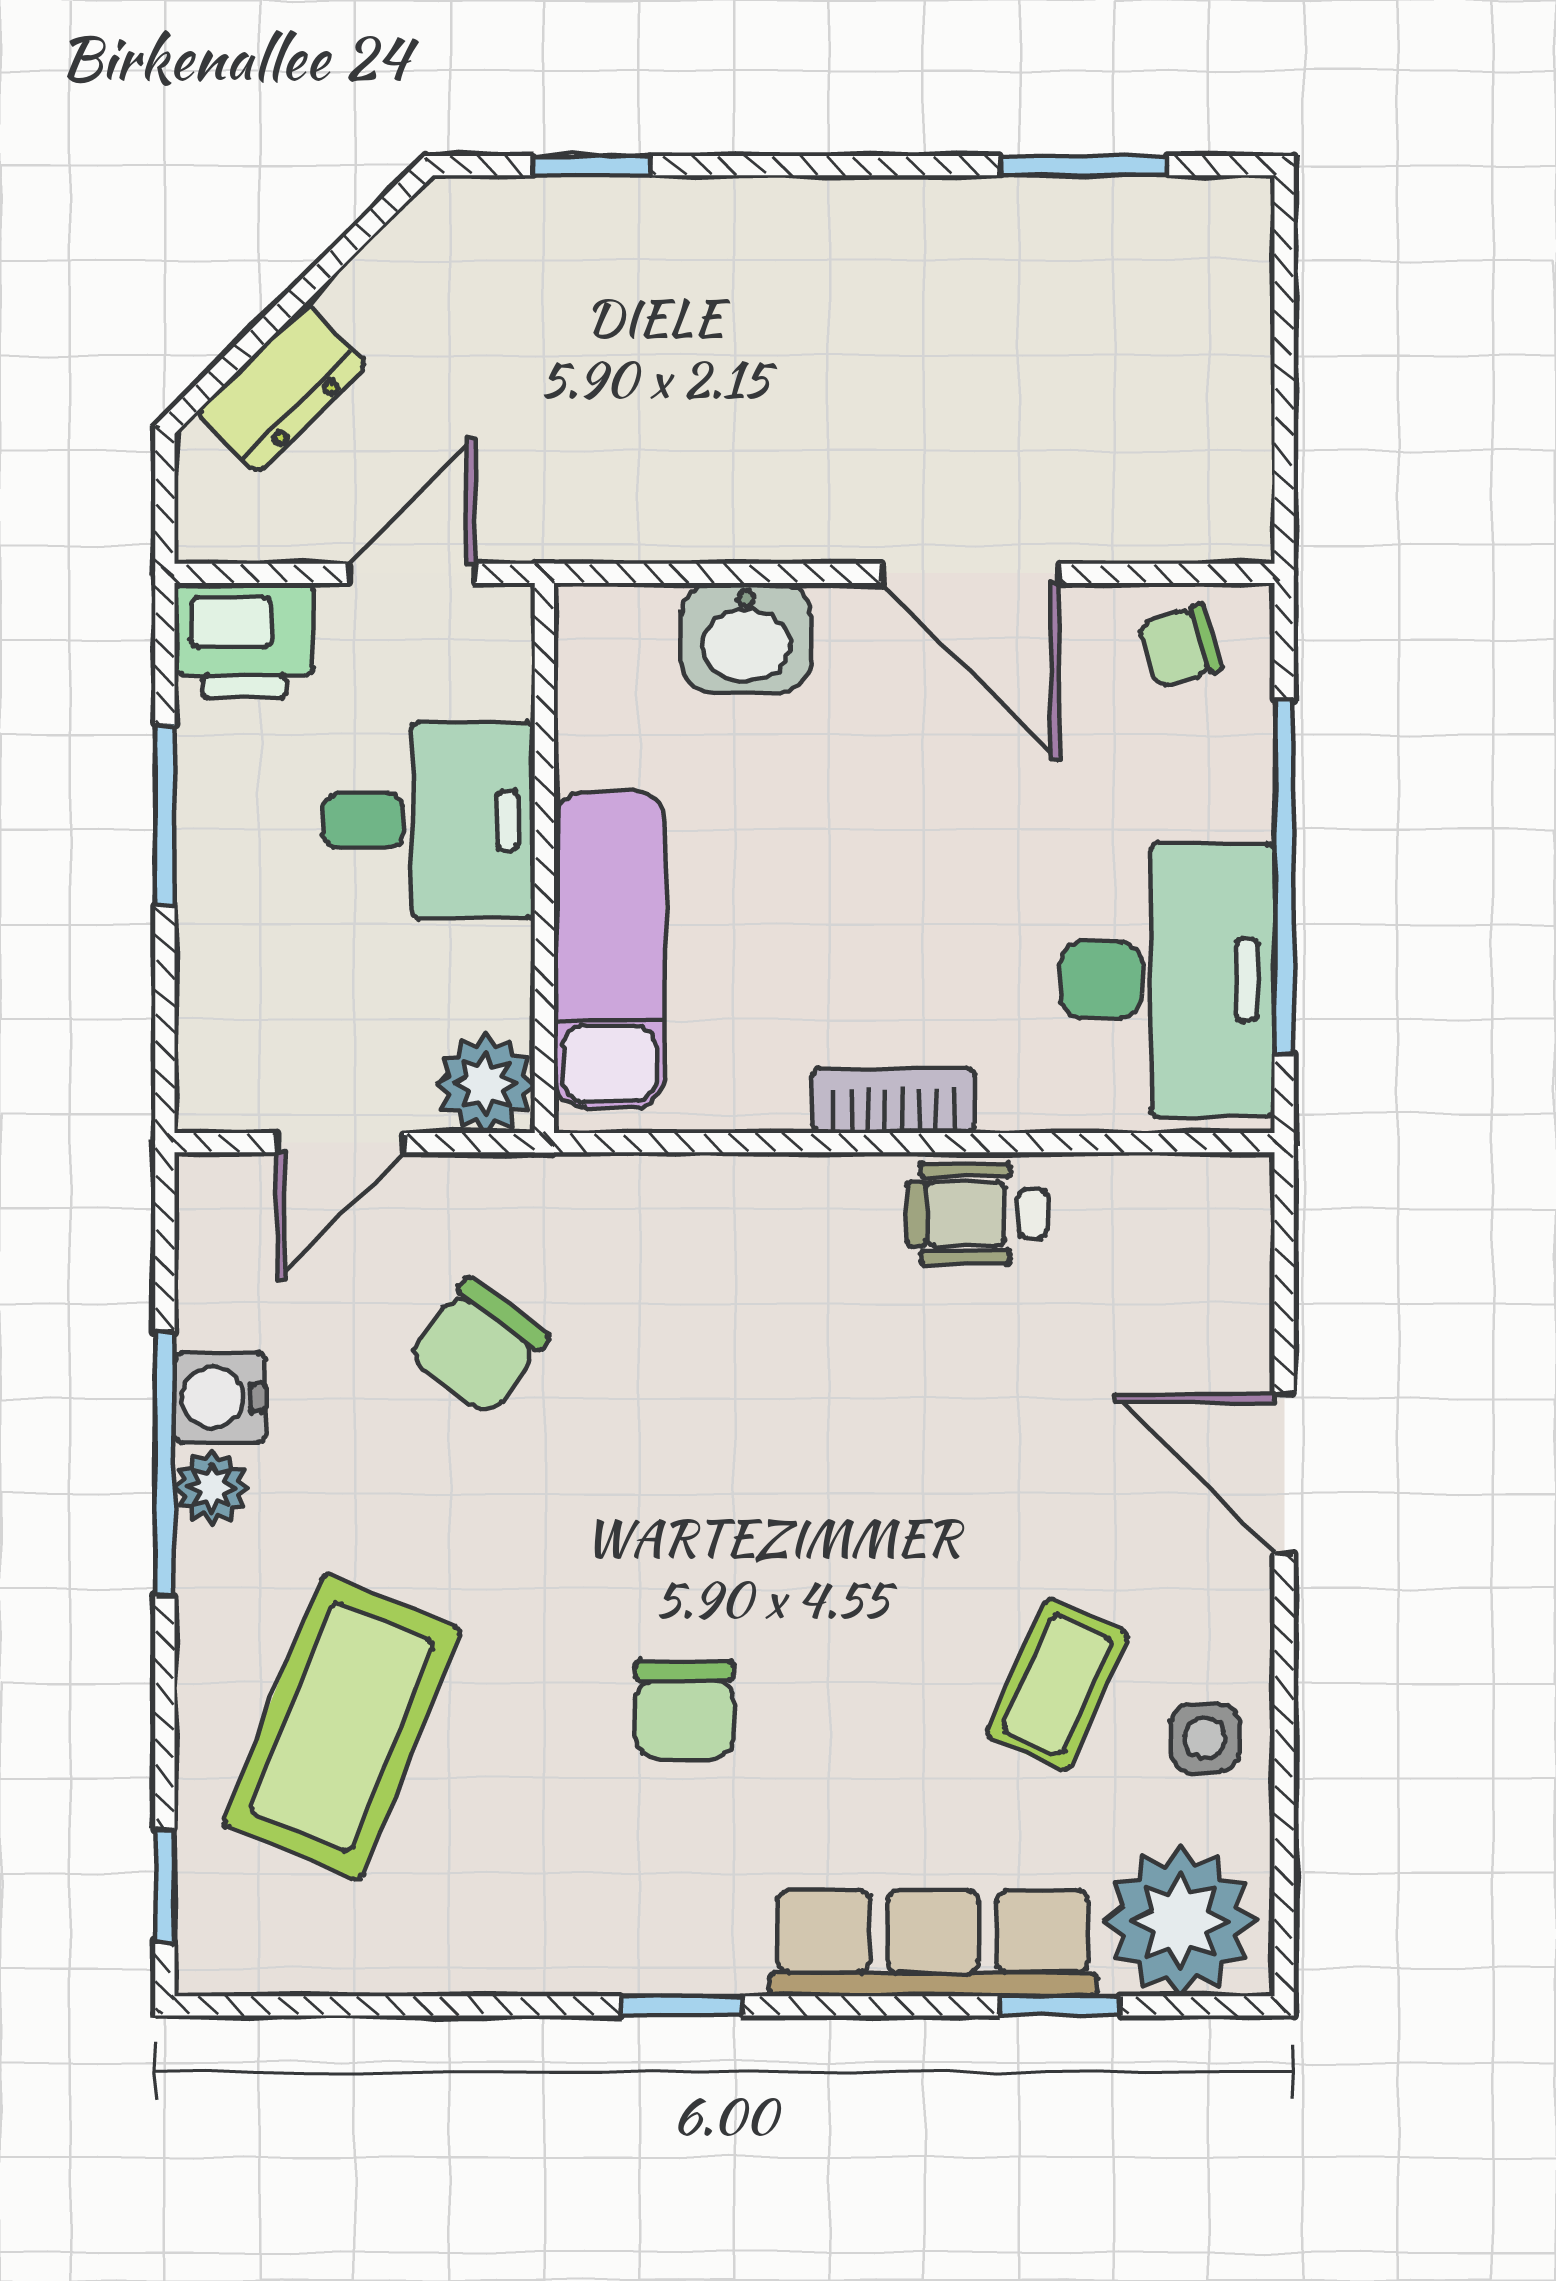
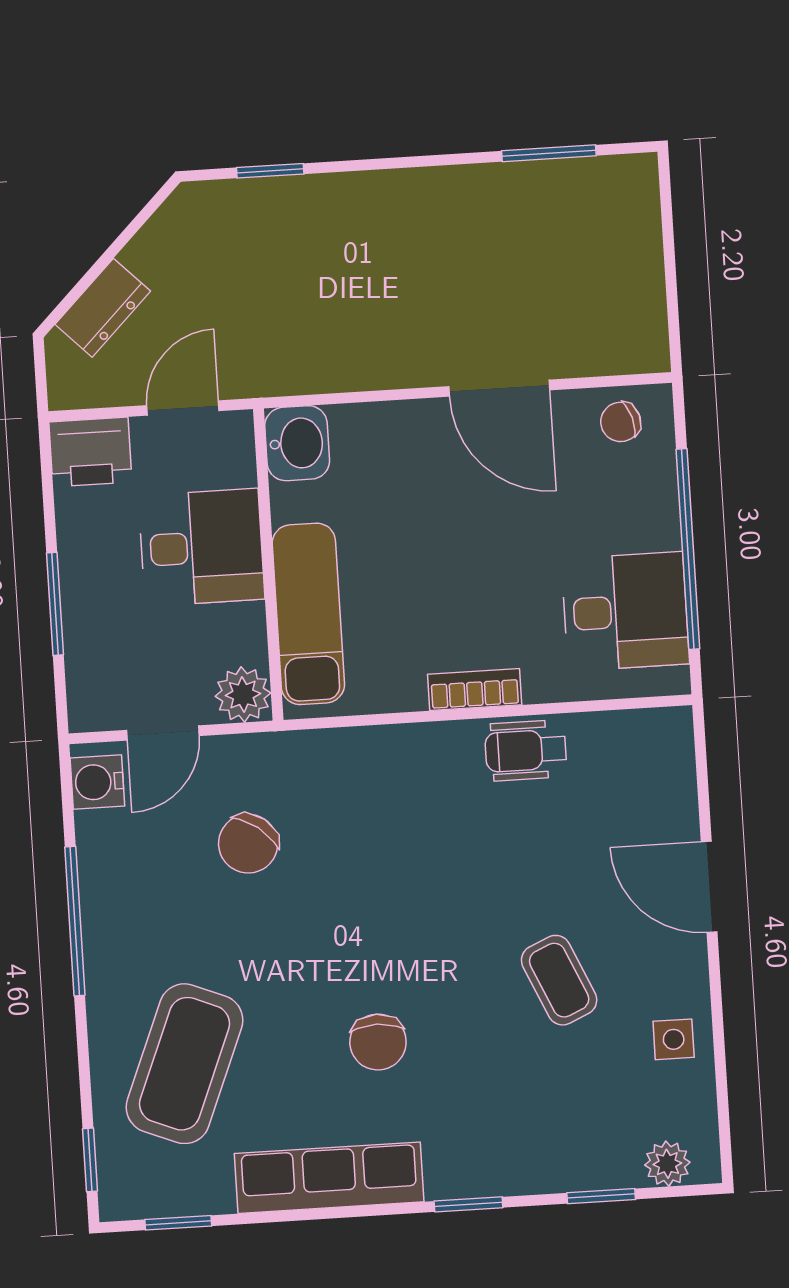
washbasin: (746, 638) -> (297, 443), moved, turned -90
window: (165, 815) -> (55, 604), moved
desk: (1167, 980) -> (625, 611), width x0.73
water cooler: (220, 1398) -> (97, 782), moved
plant: (211, 1487) -> (102, 933), removed
coffee table: (1057, 1684) -> (559, 980), moved, turned -48
plant: (1180, 1921) -> (667, 1164), width x0.53, depth x0.53
row of seats: (933, 1943) -> (329, 1178), moved
window: (313, 2006) -> (178, 1223), added
window: (681, 2006) -> (468, 1204), moved

